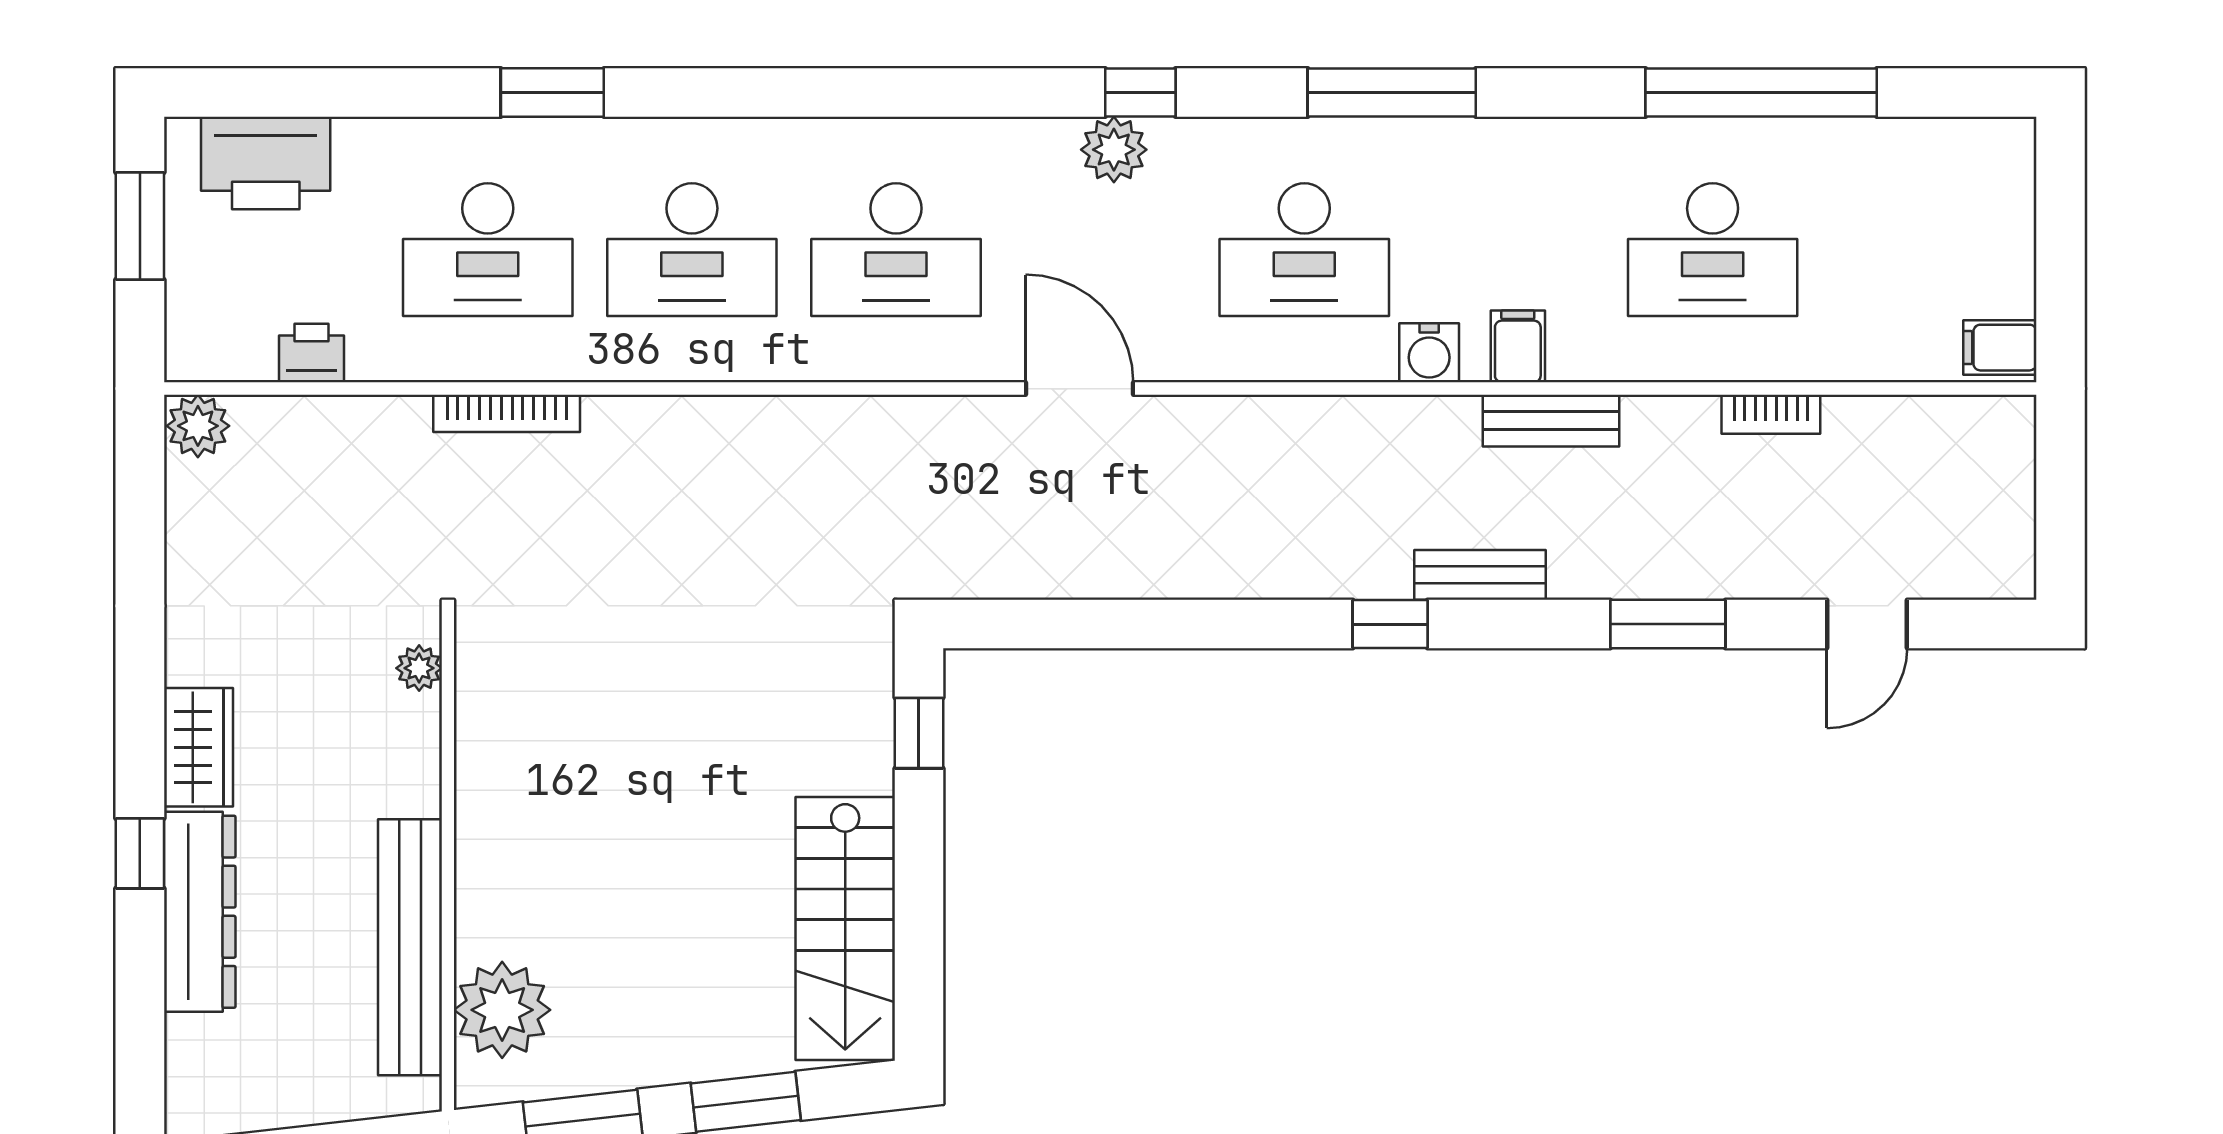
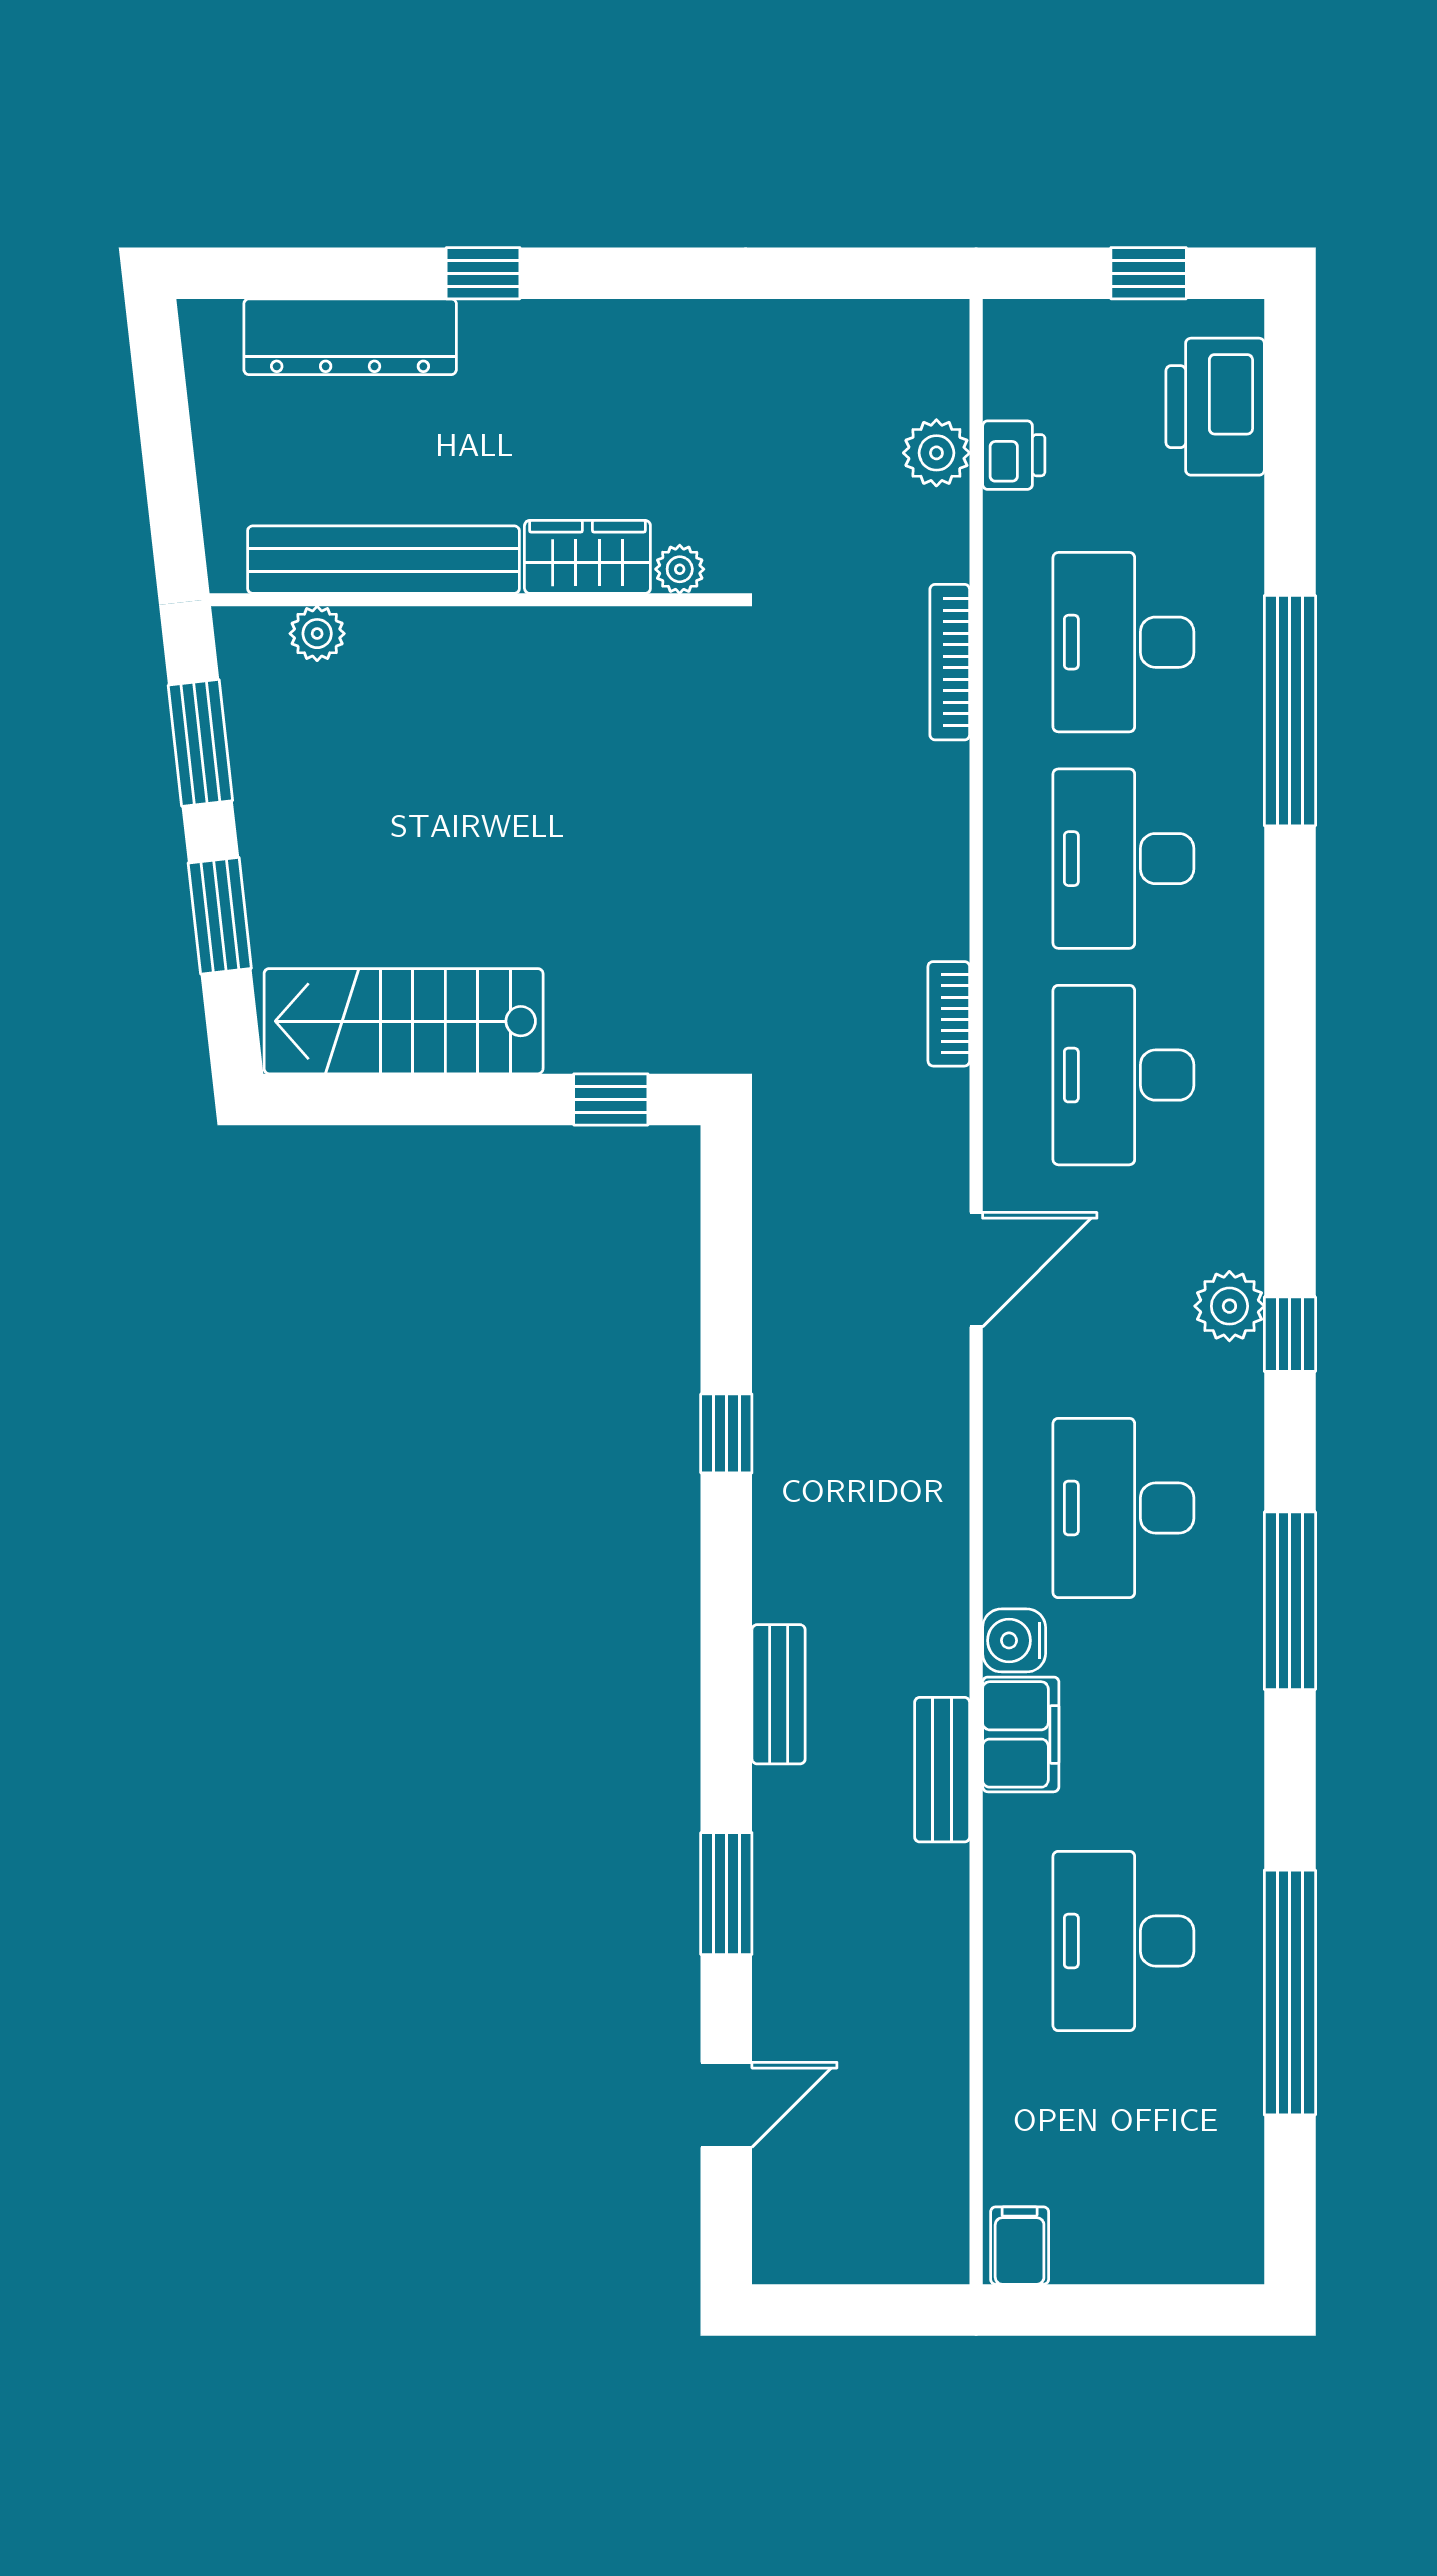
window: (552, 93) -> (1290, 711), width x2.11
window: (140, 226) -> (1149, 273), width x0.67
filing cabinet: (1518, 346) -> (1021, 1734), width x2.00
bookcase: (1771, 414) -> (949, 1014), moved
plant: (198, 426) -> (936, 453), moved
window: (1390, 624) -> (726, 1433), moved
door: (1867, 624) -> (726, 2105), swing flipped
wardrobe: (198, 747) -> (587, 557), moved, turned 180
dresser: (200, 912) -> (350, 337), moved
plant: (502, 1010) -> (317, 634), width x0.53, depth x0.53

